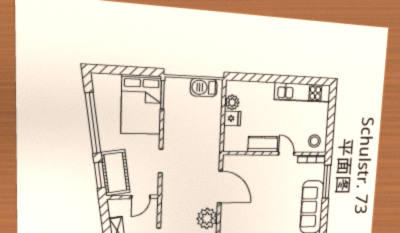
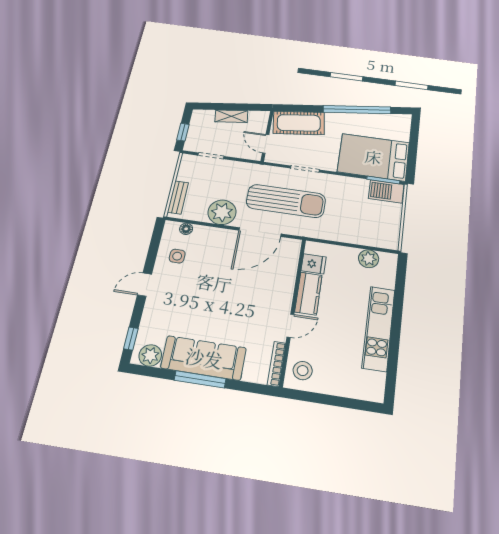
barbecue: (204, 87) -> (386, 191), moved, turned -90
kitchen unit: (303, 92) -> (379, 328), moved
fridge: (232, 118) -> (314, 264), moved, turned -90
sun lounger: (192, 172) -> (286, 201), added
window: (100, 175) -> (298, 108), removed
window: (327, 182) -> (200, 379), moved

